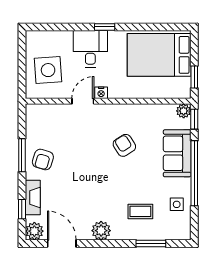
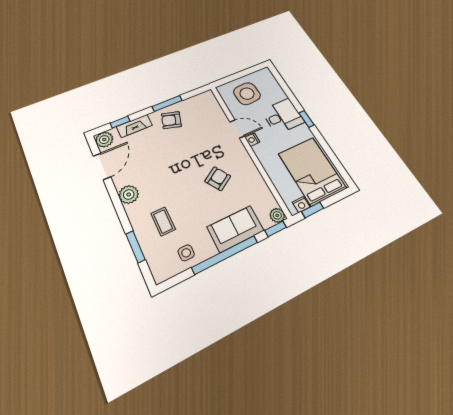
nightstand: (185, 84) -> (301, 205), added

